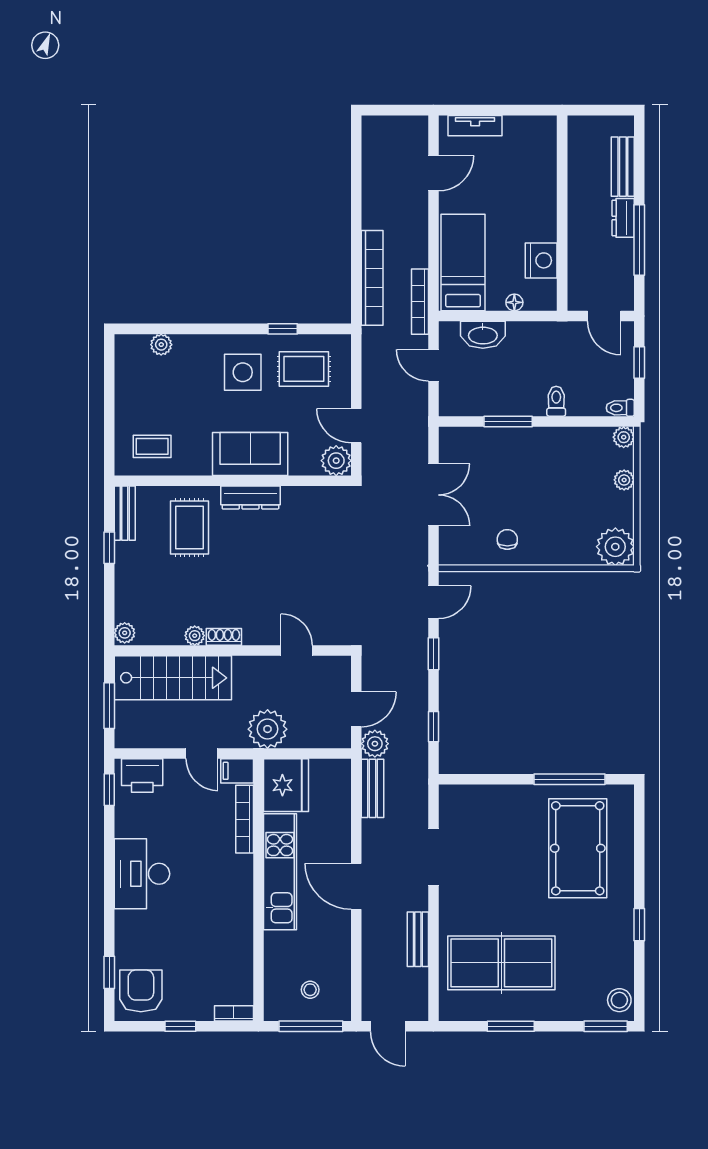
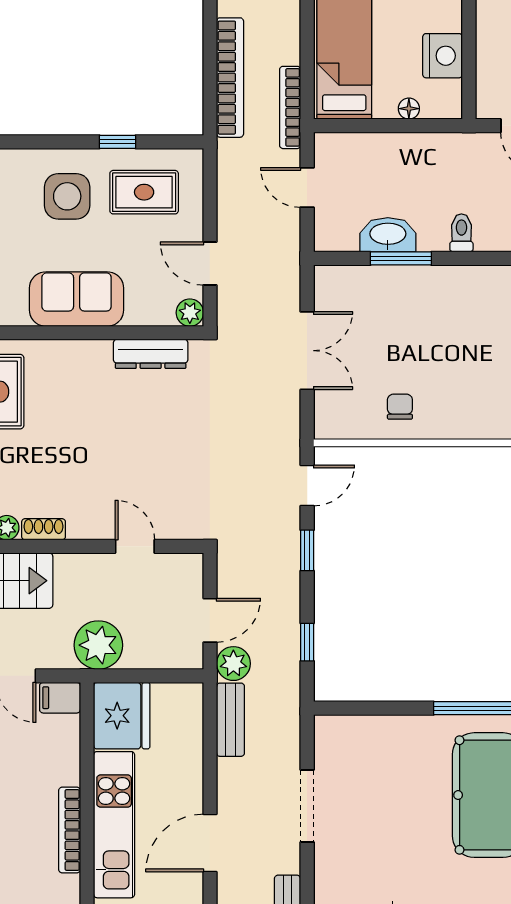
washbasin: (483, 335) -> (388, 235), moved, turned 180
plant: (336, 461) -> (190, 313), width x0.73, depth x0.73
dresser: (250, 497) -> (151, 354), moved
bookcase: (245, 819) -> (70, 830), moved
door: (356, 886) -> (210, 843), hinge flipped

